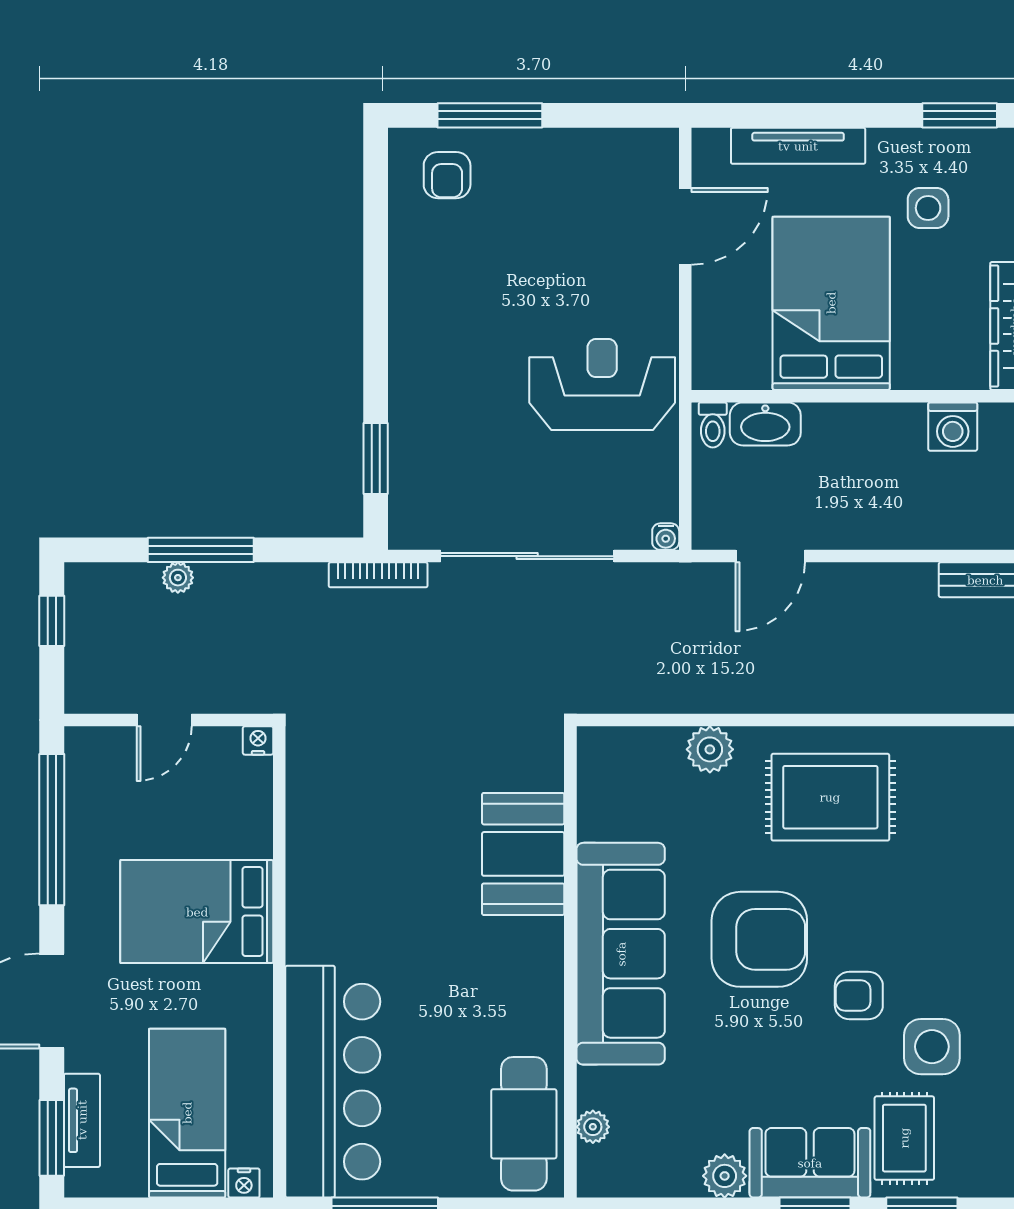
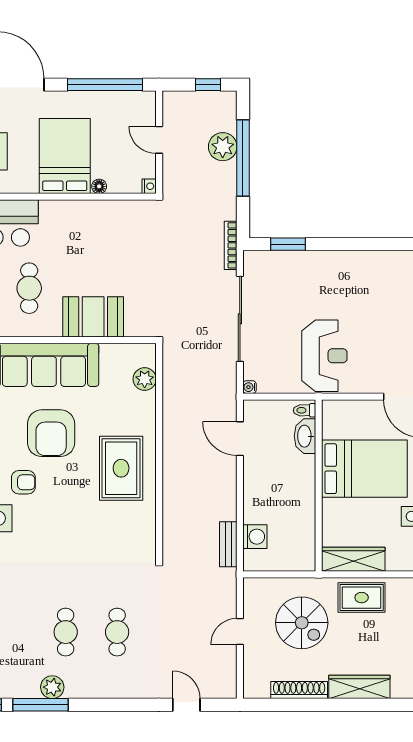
washing machine: (953, 427) -> (255, 537), moved, turned 180
window: (201, 550) -> (243, 158), width x1.46
plant: (178, 578) -> (223, 147), width x1.88, depth x1.88
plant: (710, 749) -> (145, 379), moved
floor lamp: (258, 842) -> (99, 186), added
cafe table: (465, 984) -> (29, 288), added
armchair: (859, 995) -> (23, 482), turned 90

